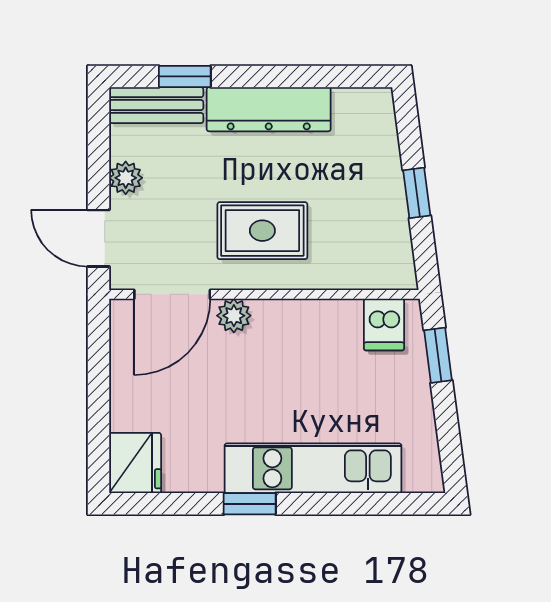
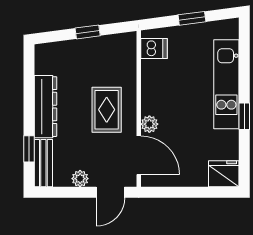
window: (438, 355) -> (192, 18), moved

